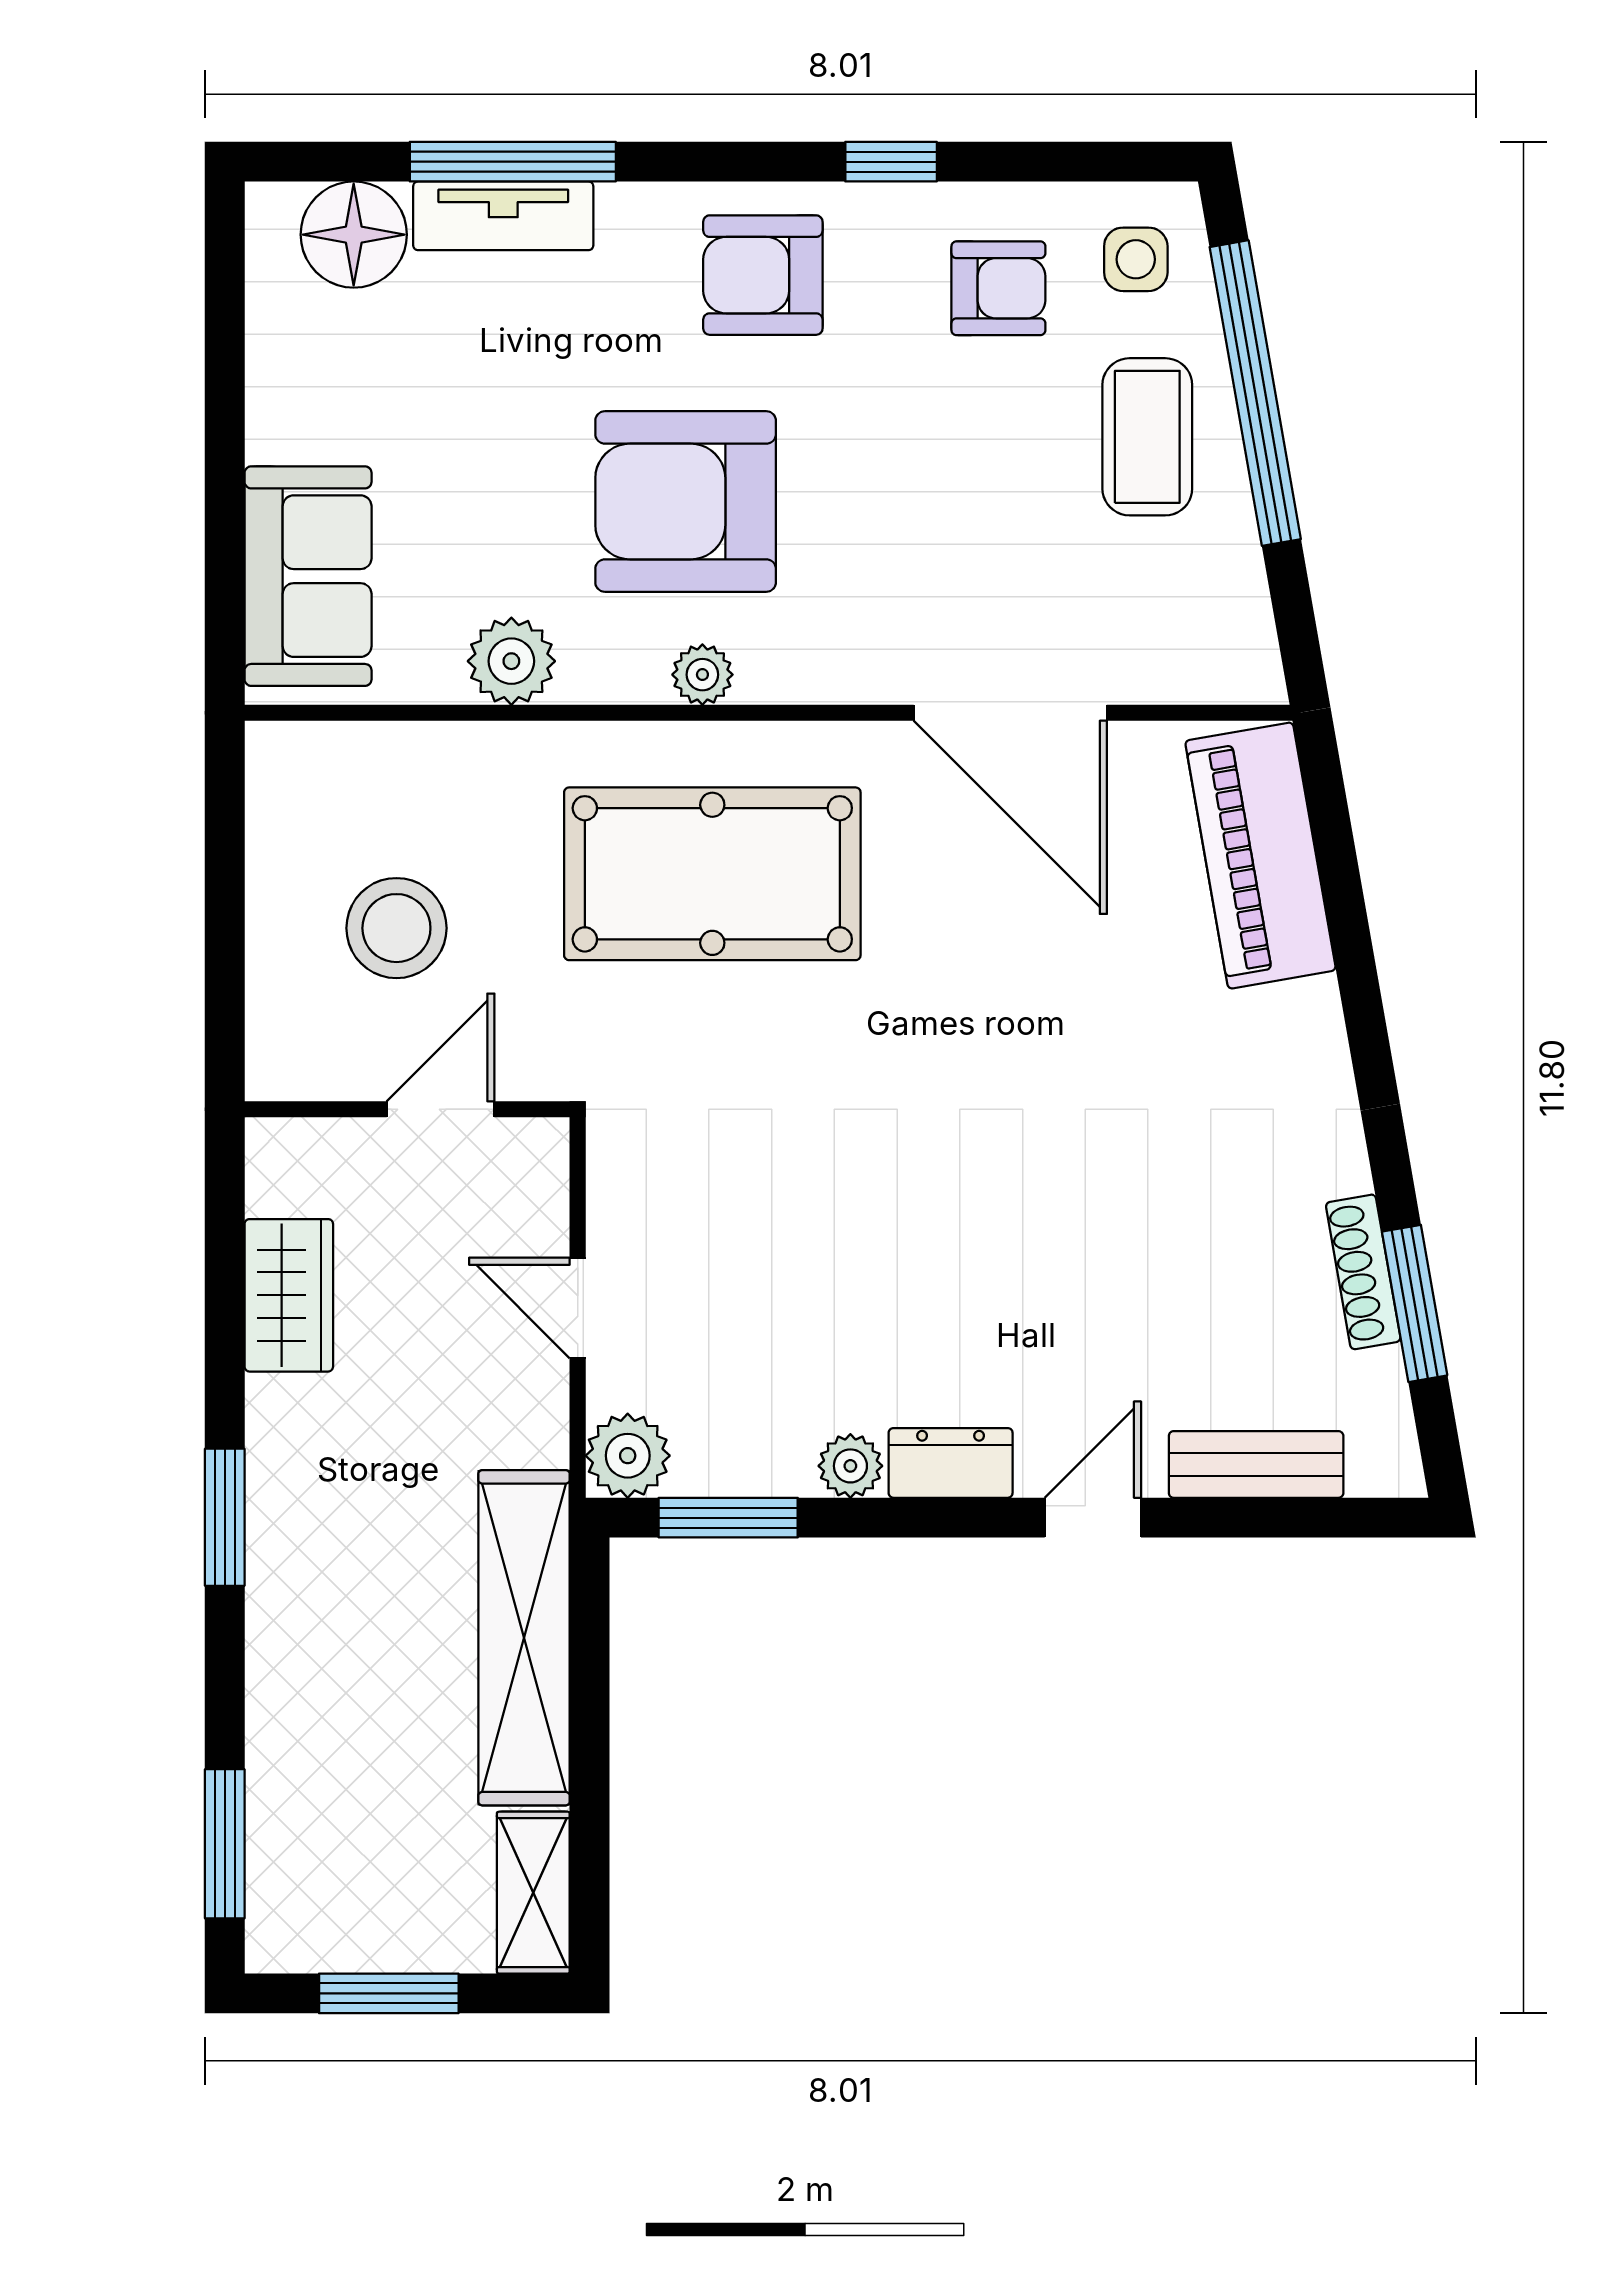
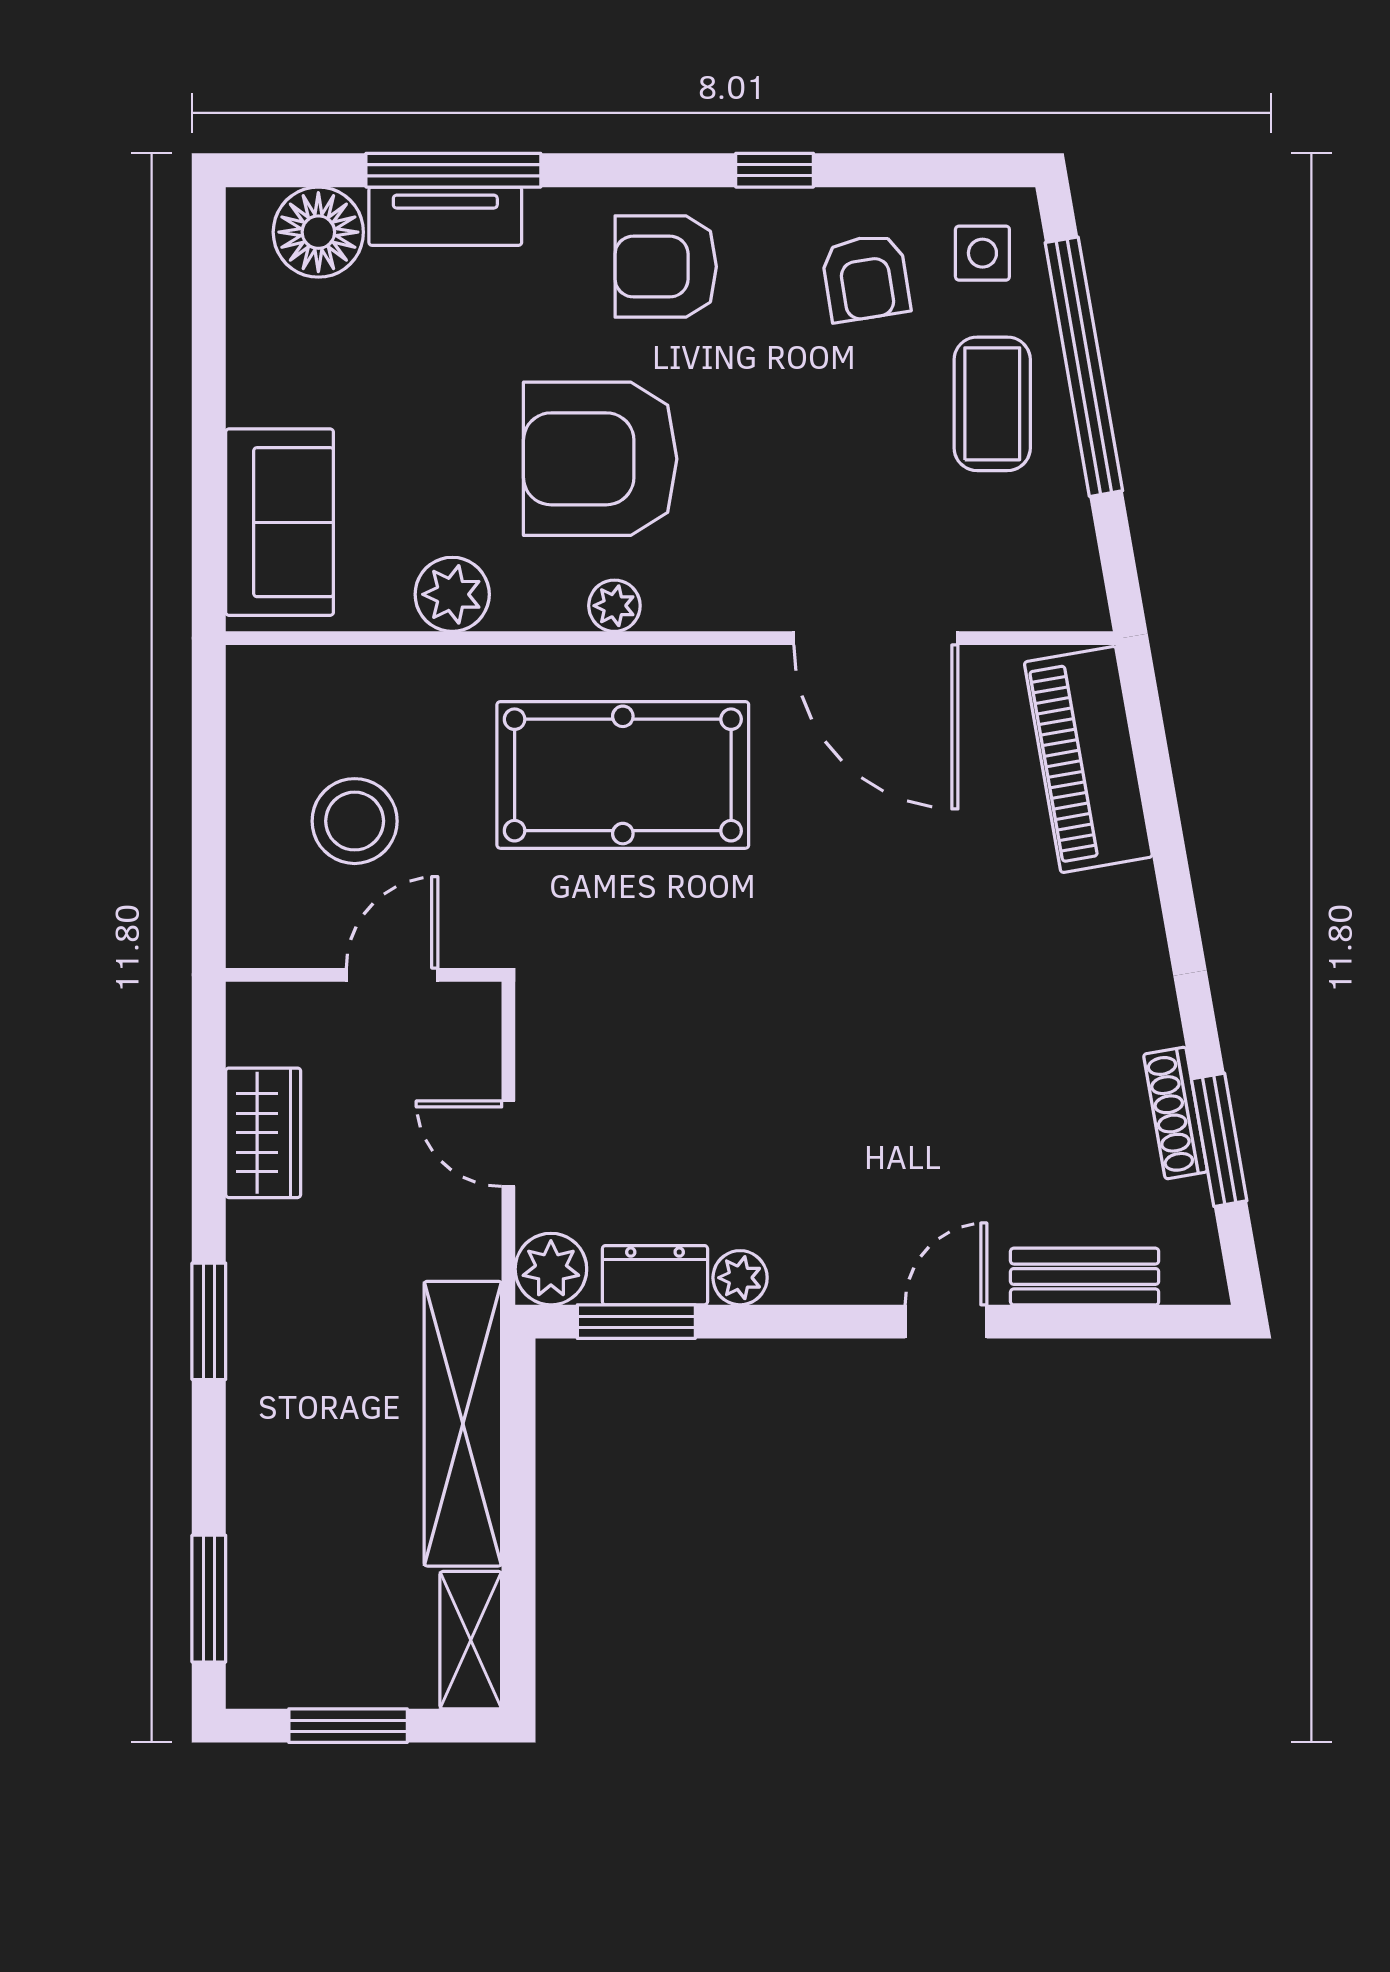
armchair: (998, 288) -> (866, 278), turned 81
dresser: (951, 1463) -> (655, 1275), moved

